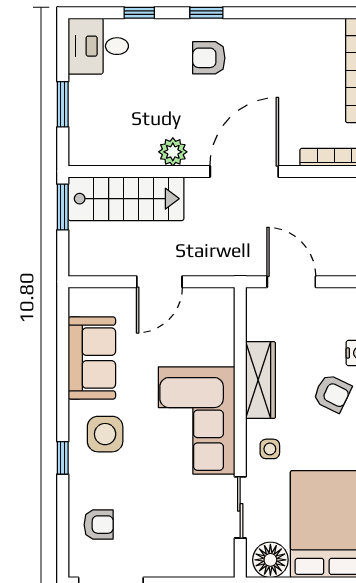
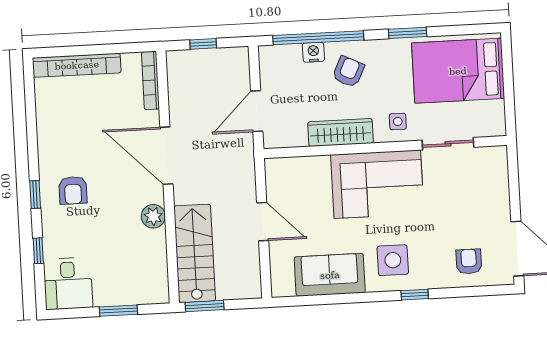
floor lamp: (270, 560) -> (491, 116), removed

